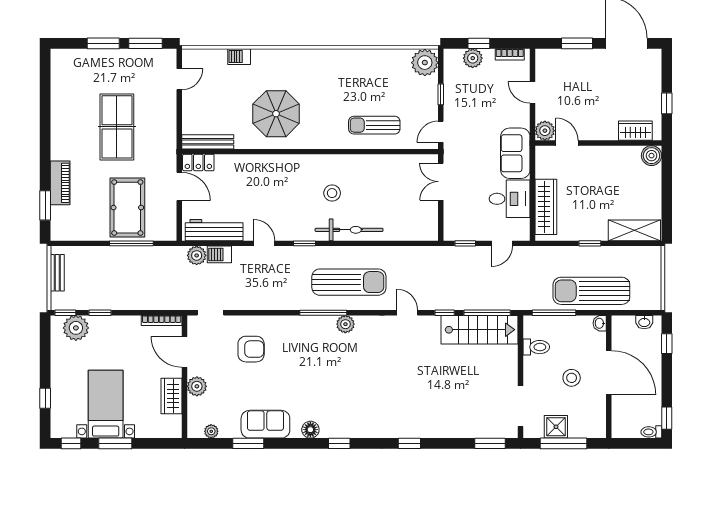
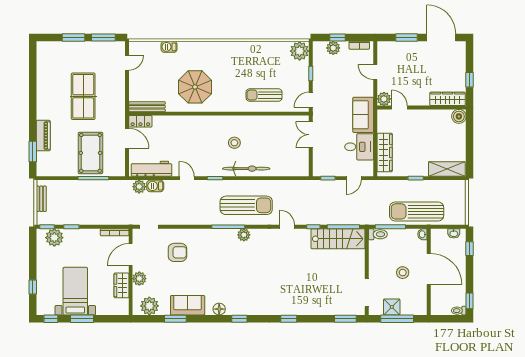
wardrobe: (635, 131) -> (447, 99), width x1.50
toilet: (536, 347) -> (378, 234), moved
door: (184, 352) -> (131, 254), hinge flipped
plant: (211, 431) -> (149, 306), width x1.88, depth x1.88

